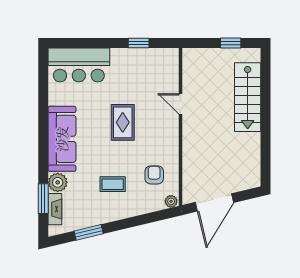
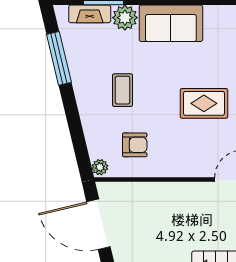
sofa: (62, 139) -> (171, 23), width x0.73
window: (89, 232) -> (59, 58), width x1.44

